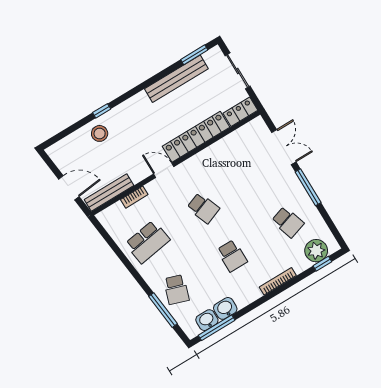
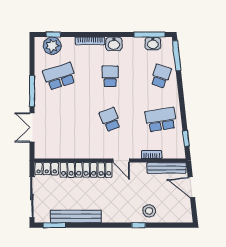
sliding door: (238, 71) -> (32, 197), width x1.37
school desk: (288, 222) -> (60, 76), width x1.85
window: (107, 238) -> (186, 139), added
washbasin: (225, 308) -> (114, 44), moved
window: (163, 310) -> (177, 56), moved

